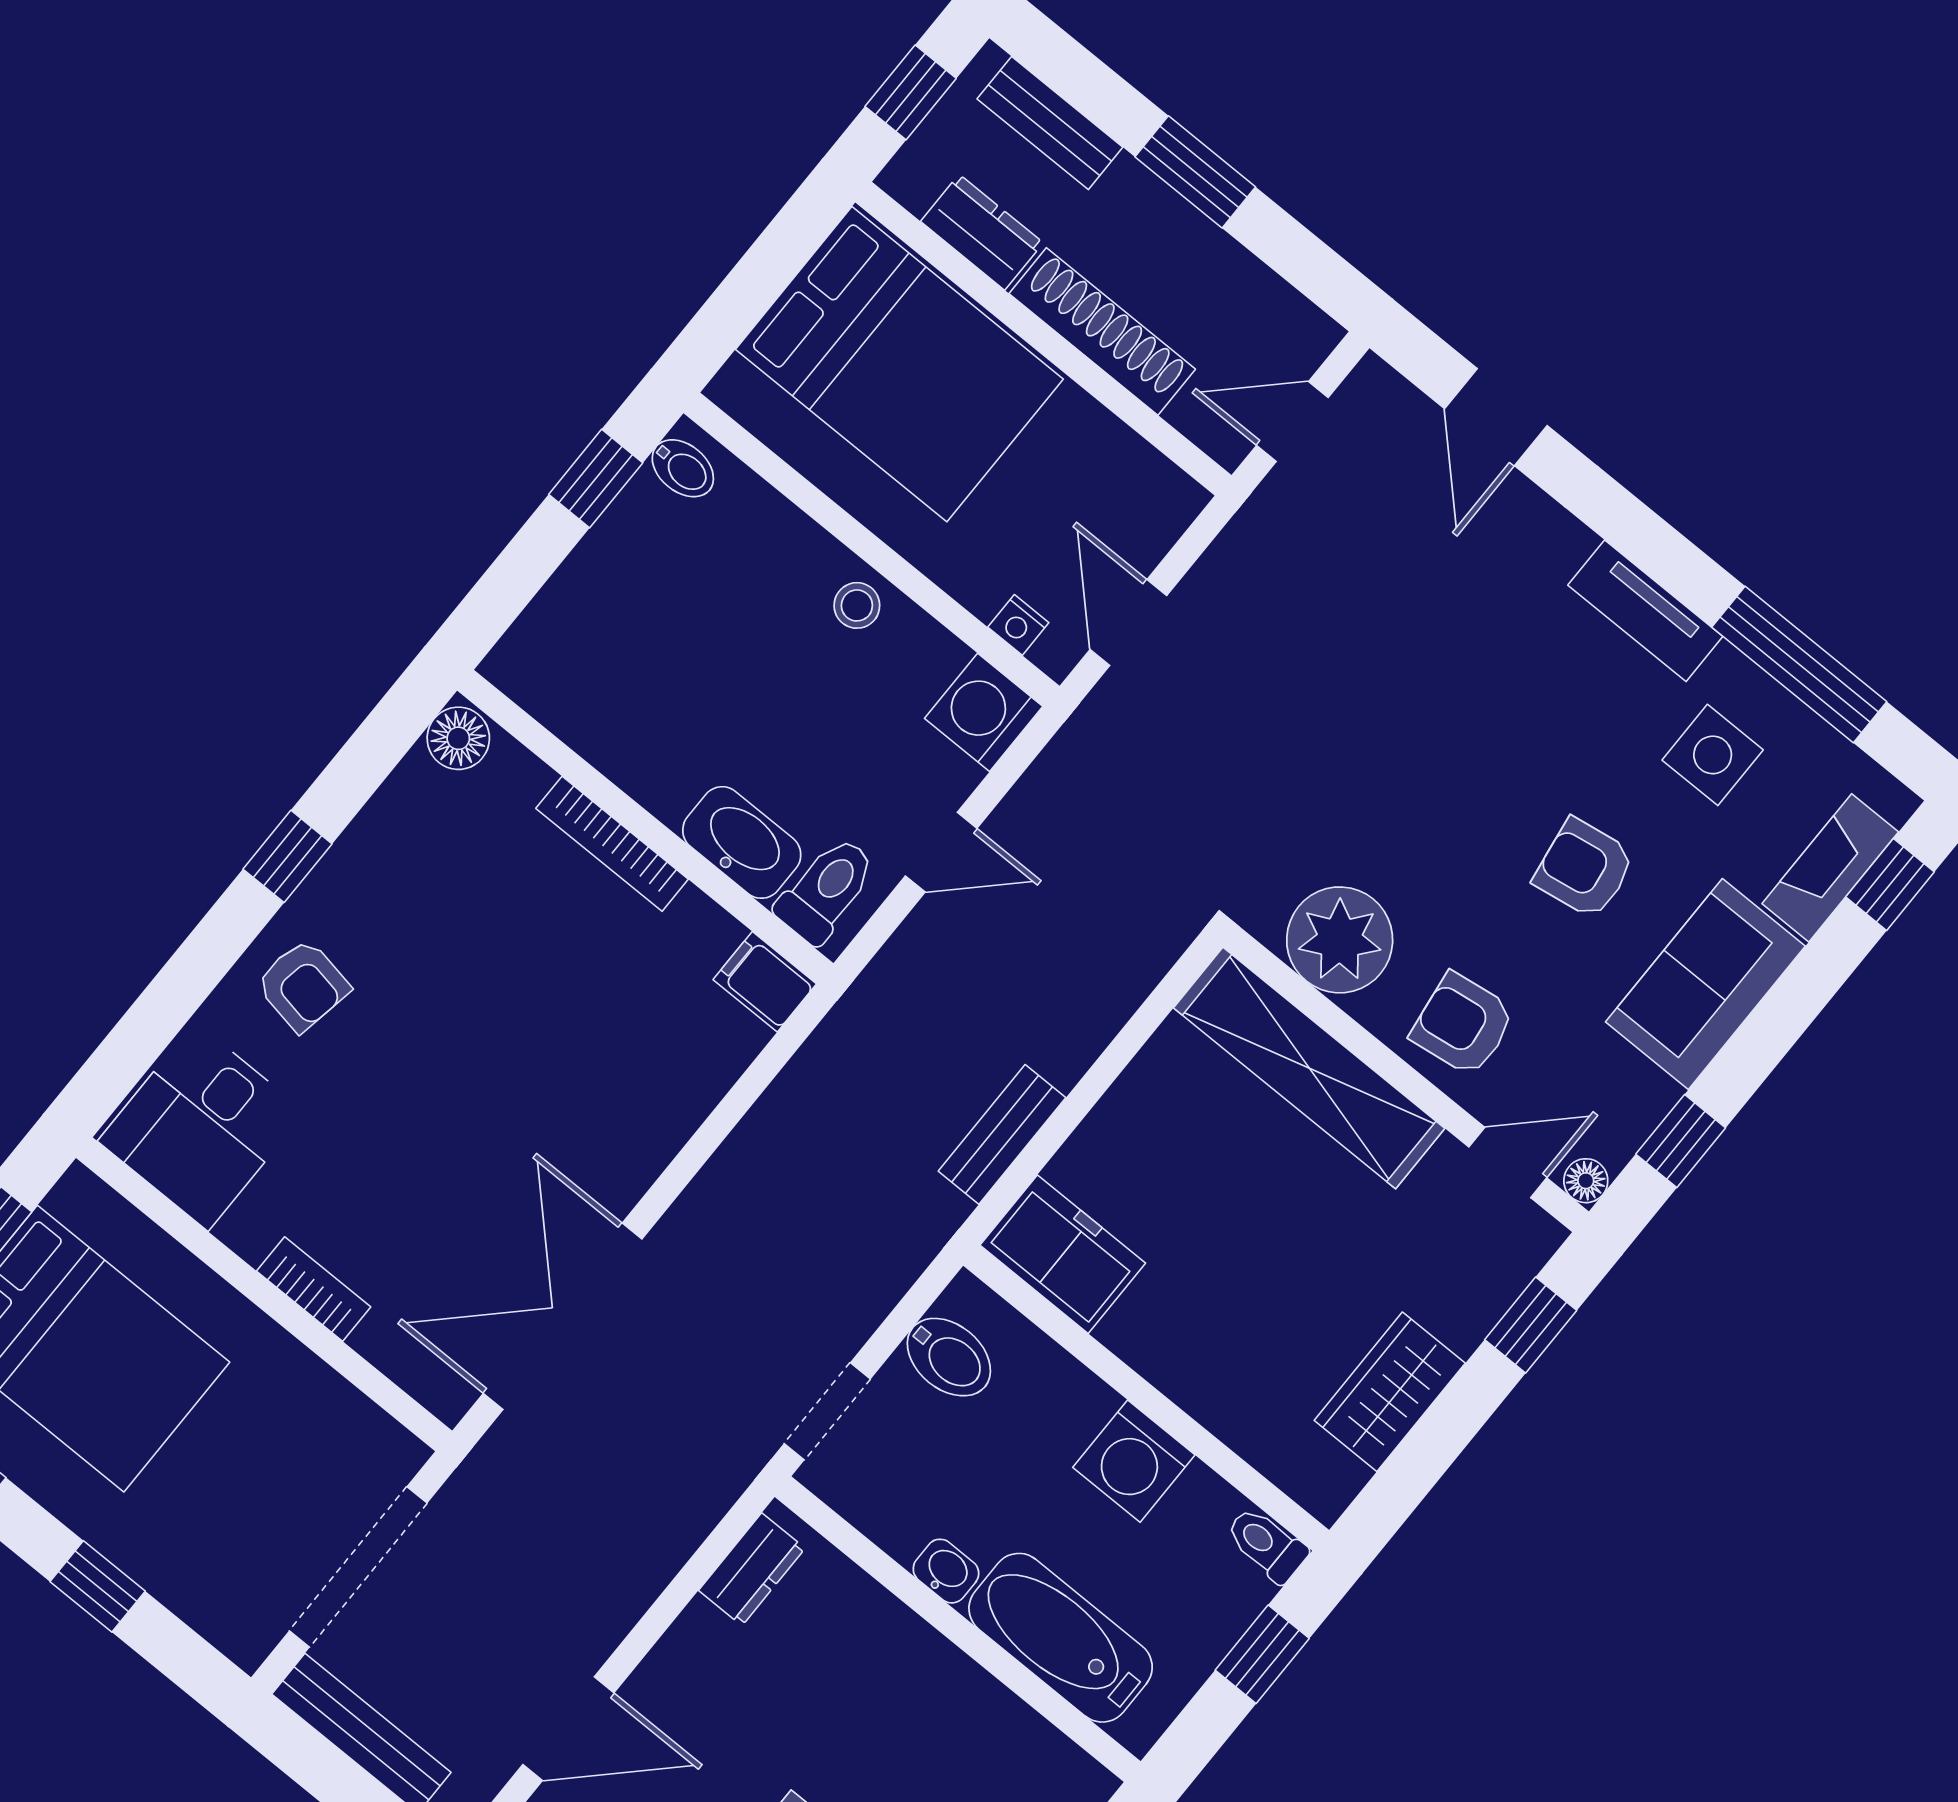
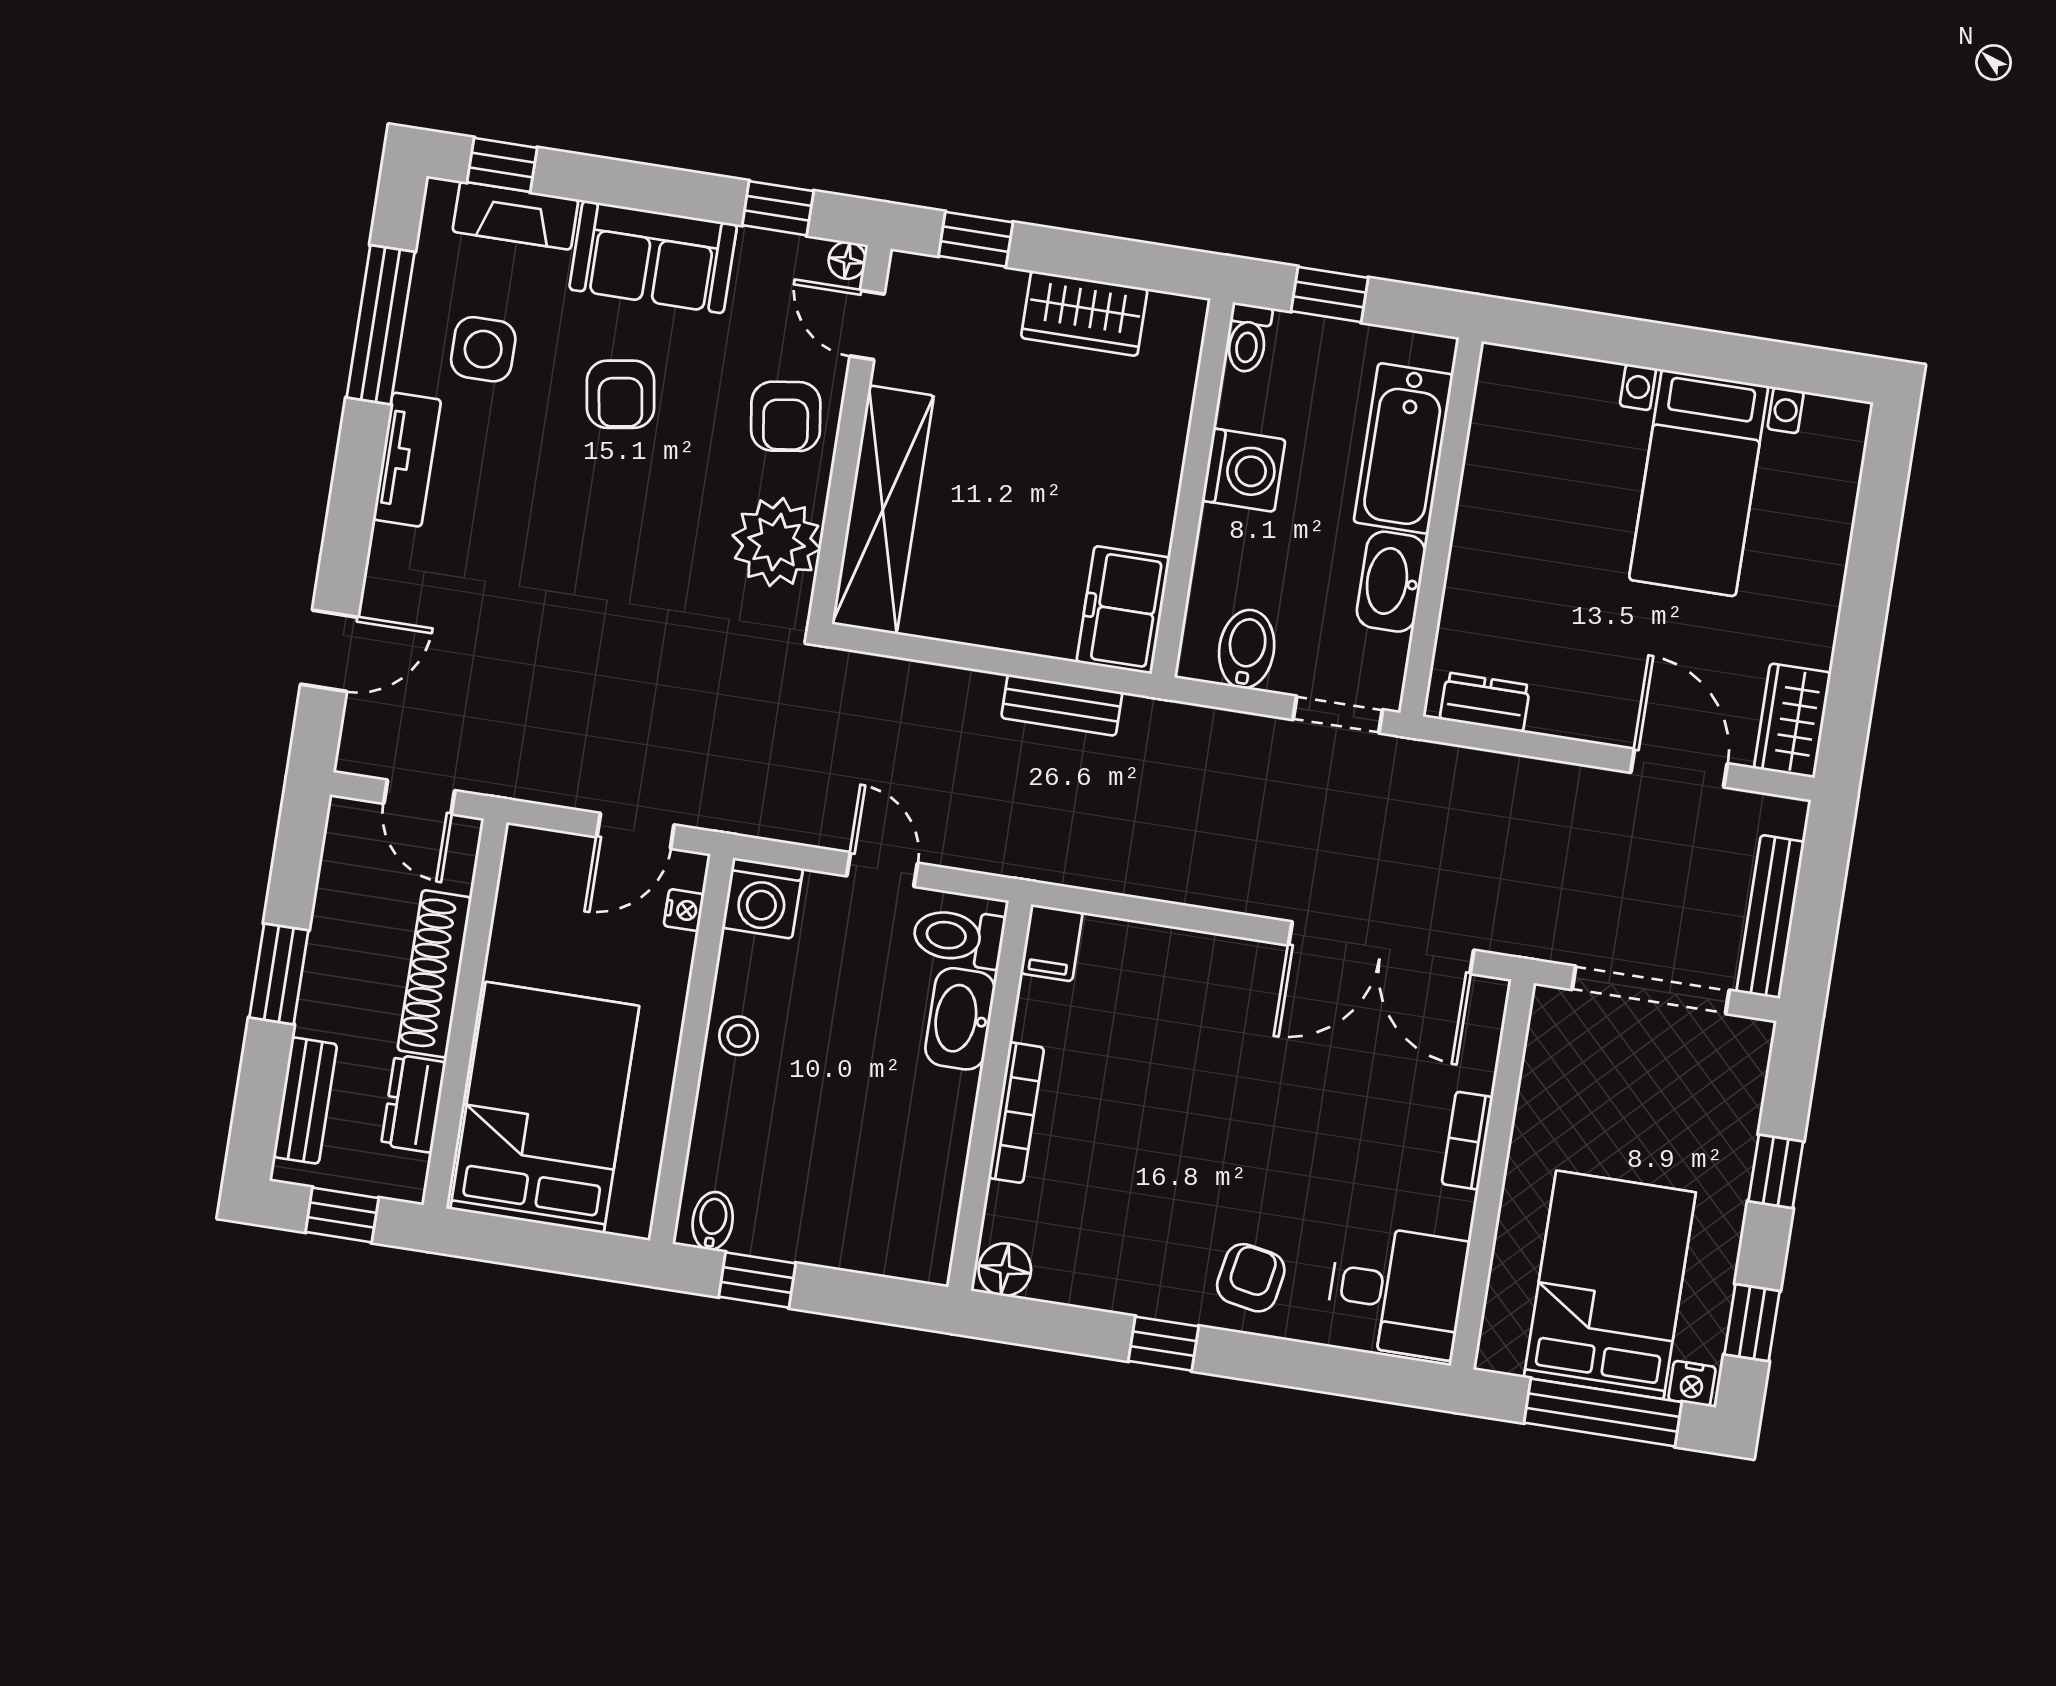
washbasin: (946, 1571) -> (1391, 582), width x1.91, depth x1.45

